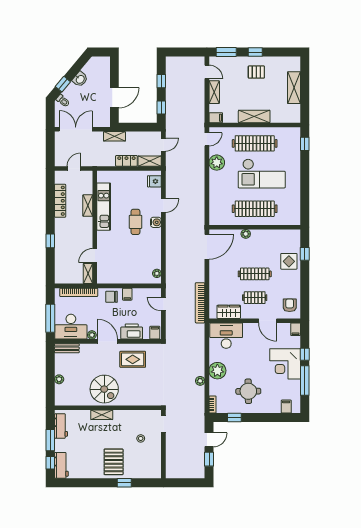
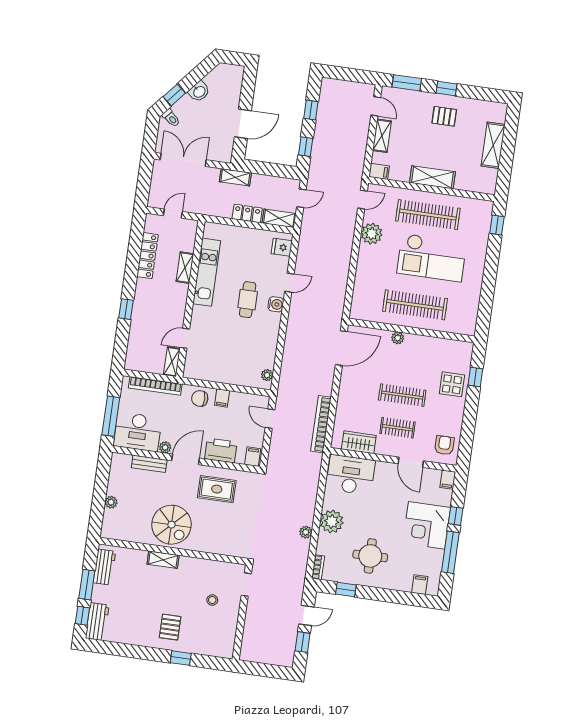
door: (108, 341) -> (186, 459), hinge flipped
bench: (67, 348) -> (149, 464), moved
pallet: (114, 462) -> (170, 627), width x0.67, depth x0.71

